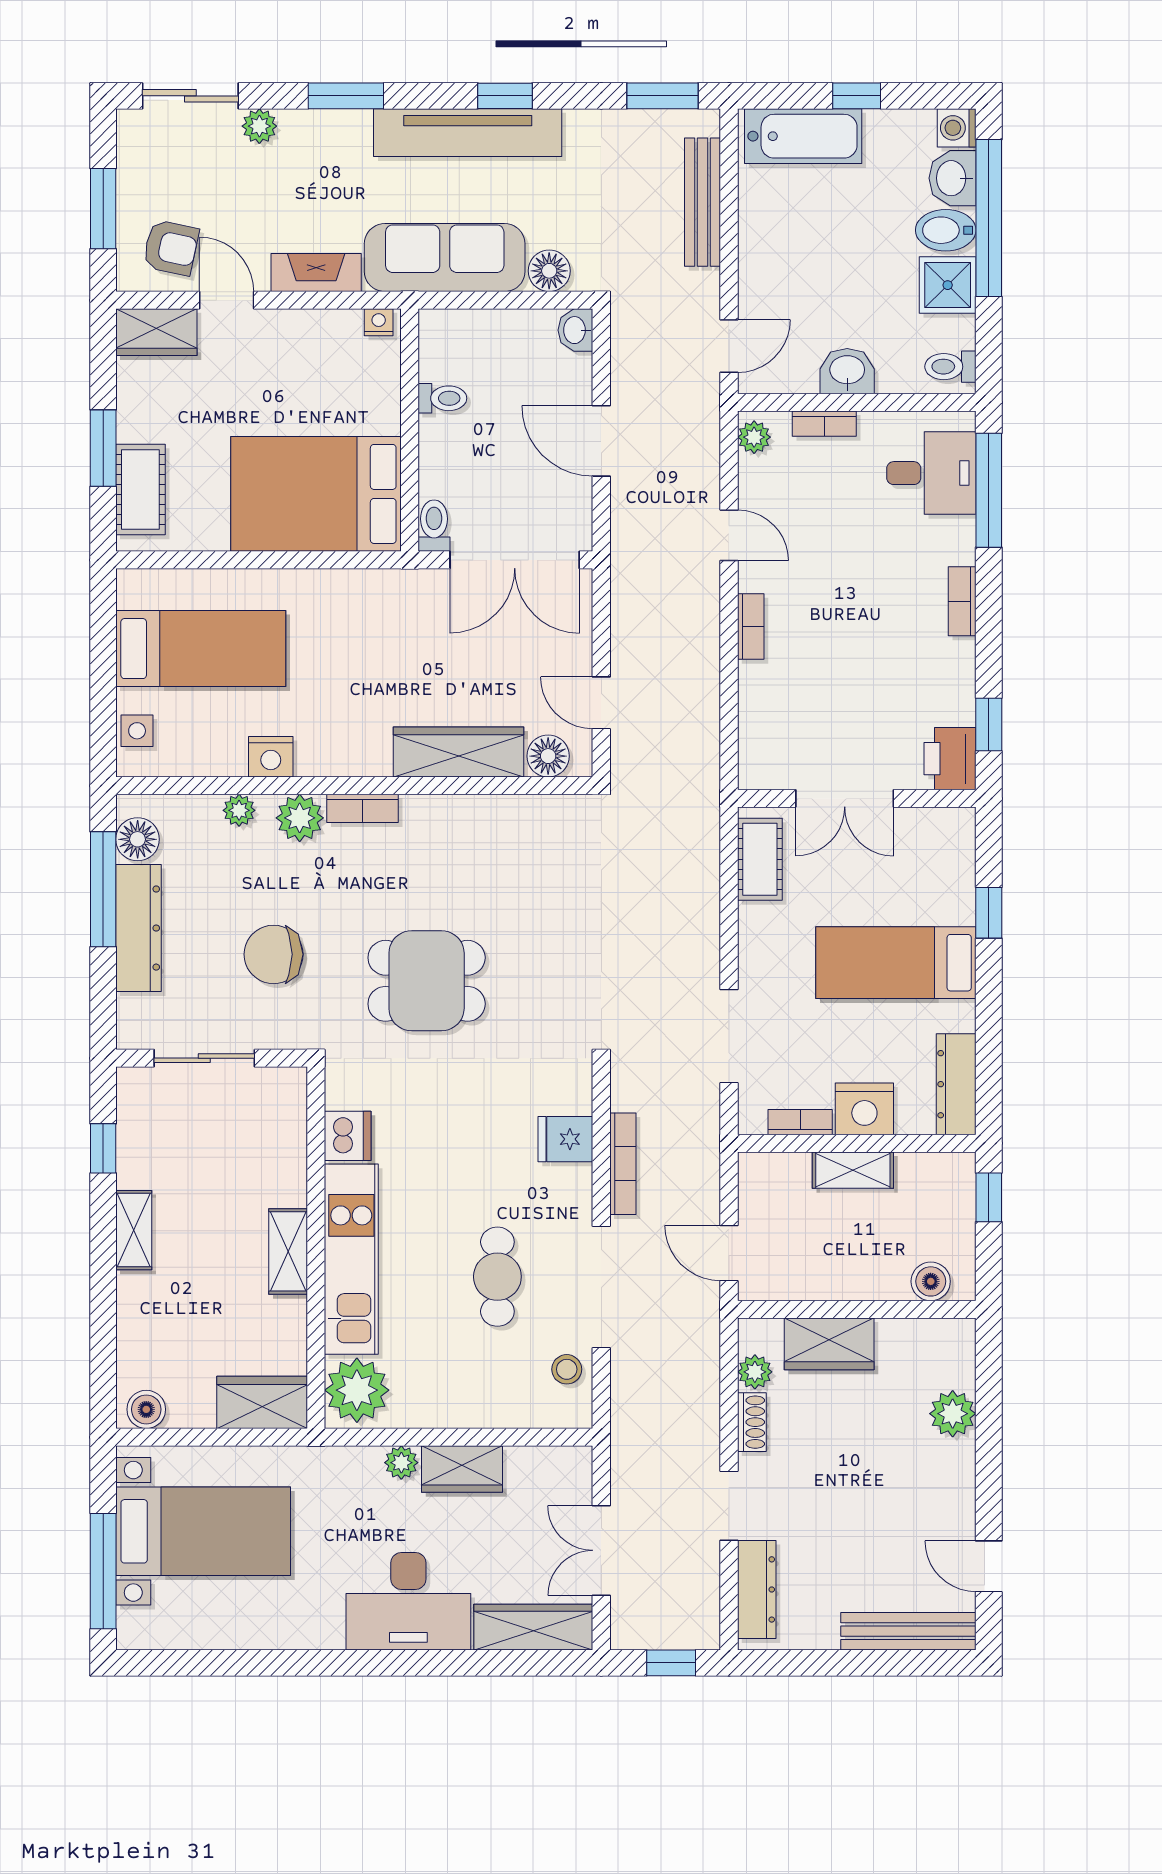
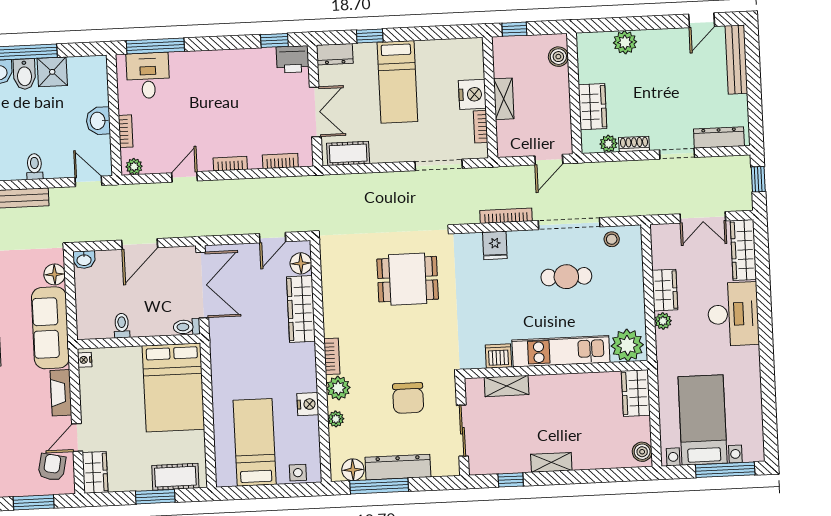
toilet: (950, 367) -> (34, 167), moved, turned 180
bookcase: (962, 601) -> (280, 161), moved, turned 180
dining table: (427, 981) -> (408, 279), moved, turned 90
dresser: (956, 1084) -> (335, 54), moved, width x0.70
shelving: (288, 1251) -> (507, 386), moved

